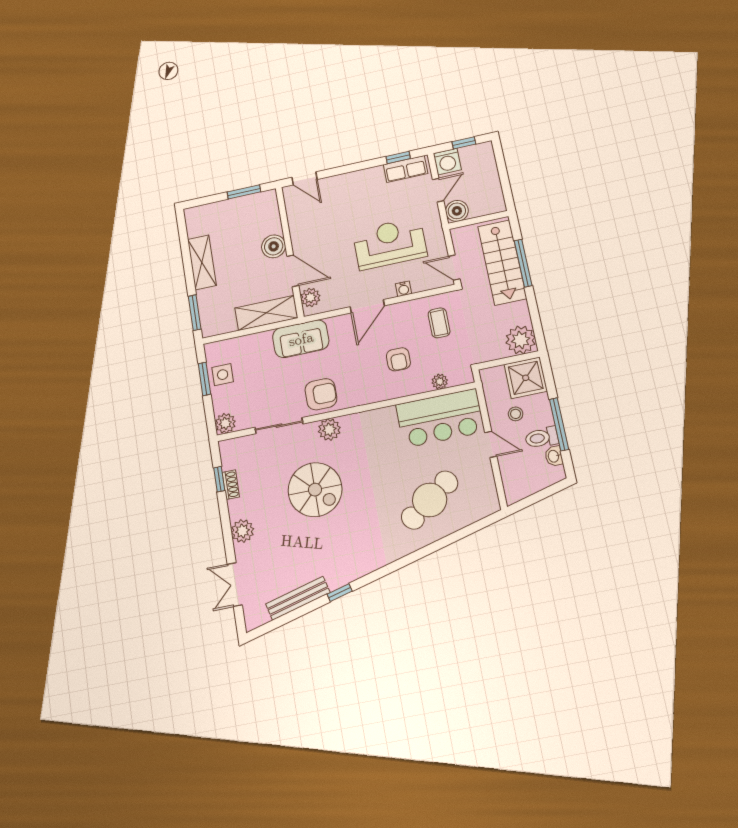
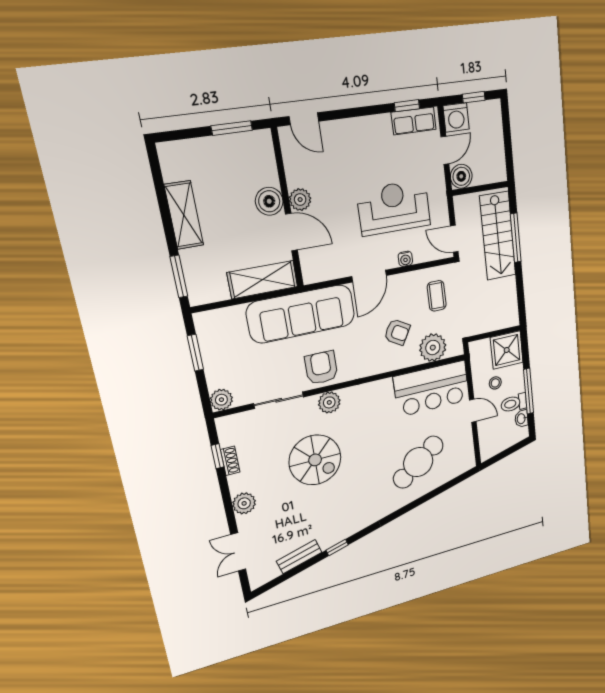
plant: (310, 297) -> (300, 200), moved
sofa: (301, 339) -> (301, 314), width x1.85, depth x1.27
plant: (521, 340) -> (506, 314), removed
armchair: (398, 359) -> (397, 332), turned -60
side table: (223, 375) -> (216, 348), removed
plant: (440, 382) -> (433, 348), width x1.88, depth x1.88
armchair: (321, 394) -> (321, 368), turned -90
bench: (298, 598) -> (299, 557), width x0.73

